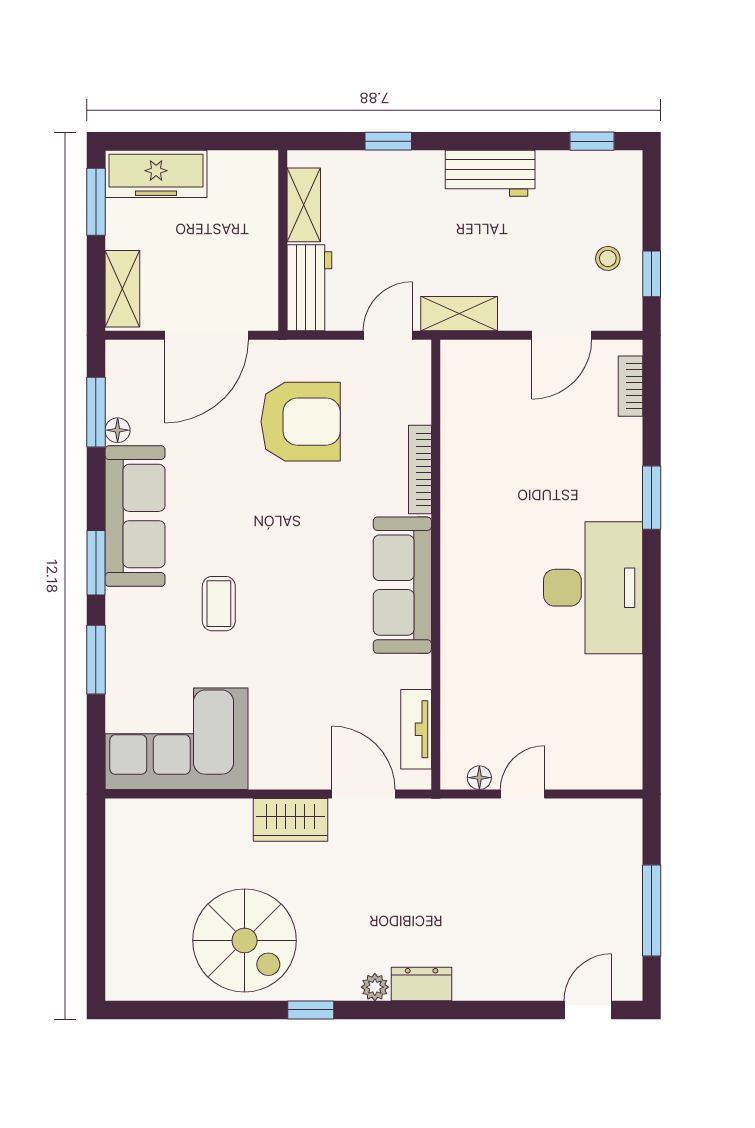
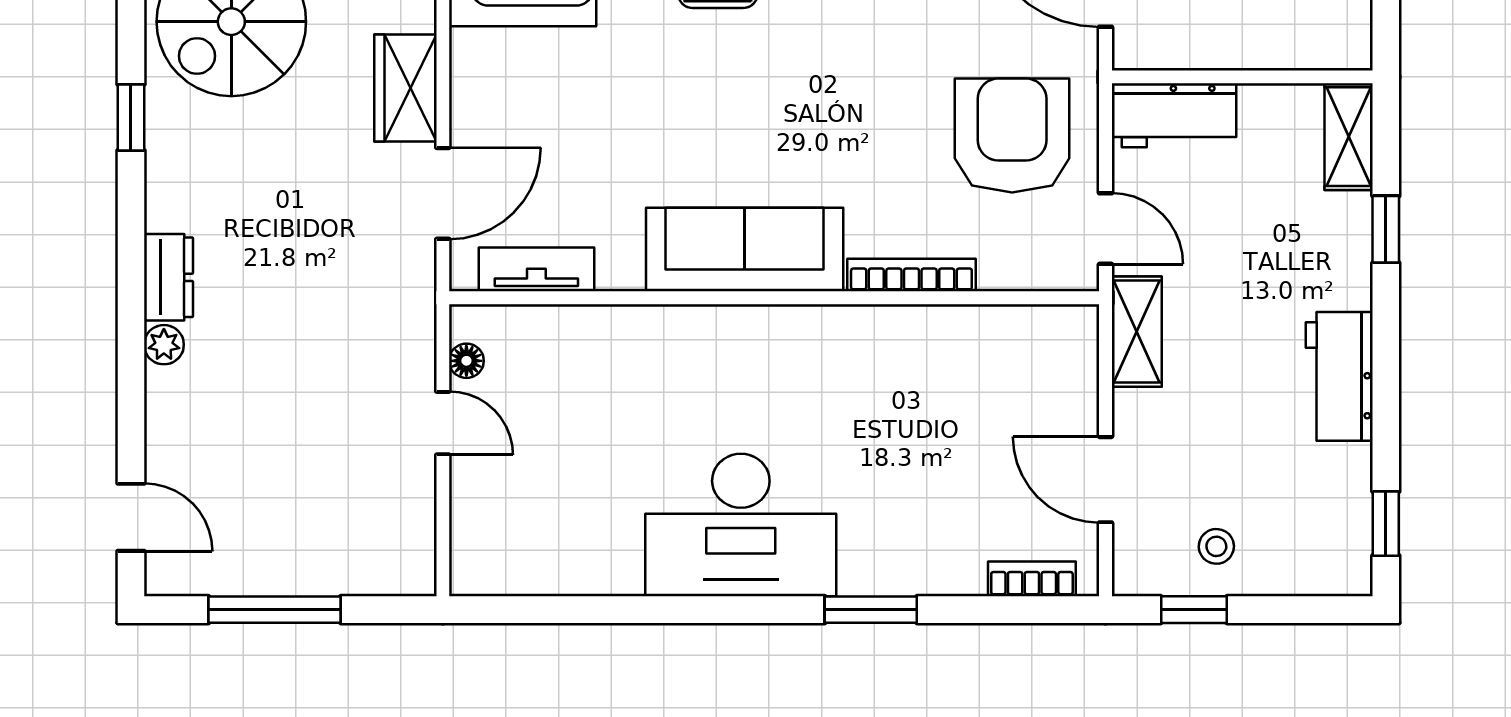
shelving: (304, 205) -> (1349, 137), moved, turned 90
armchair: (301, 422) -> (1012, 135), moved, turned 180
plant: (375, 987) -> (164, 345), moved

